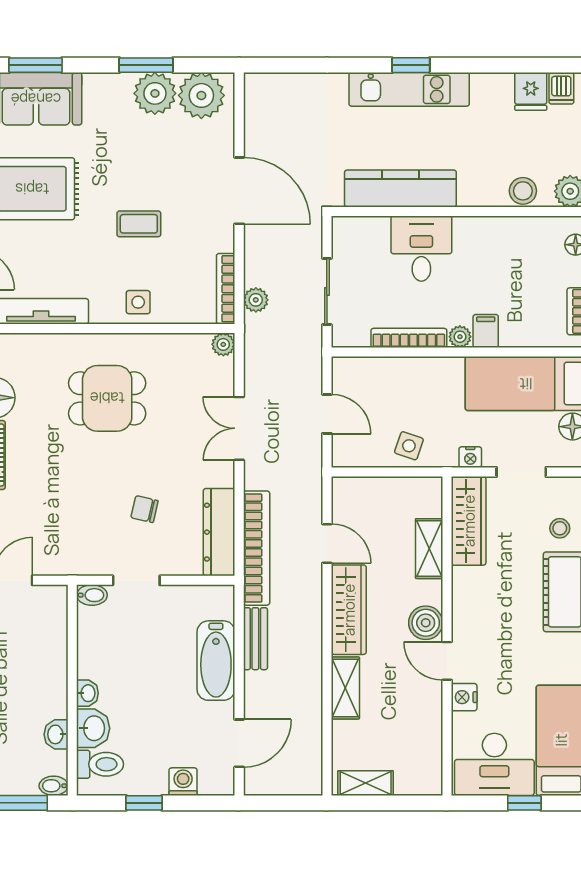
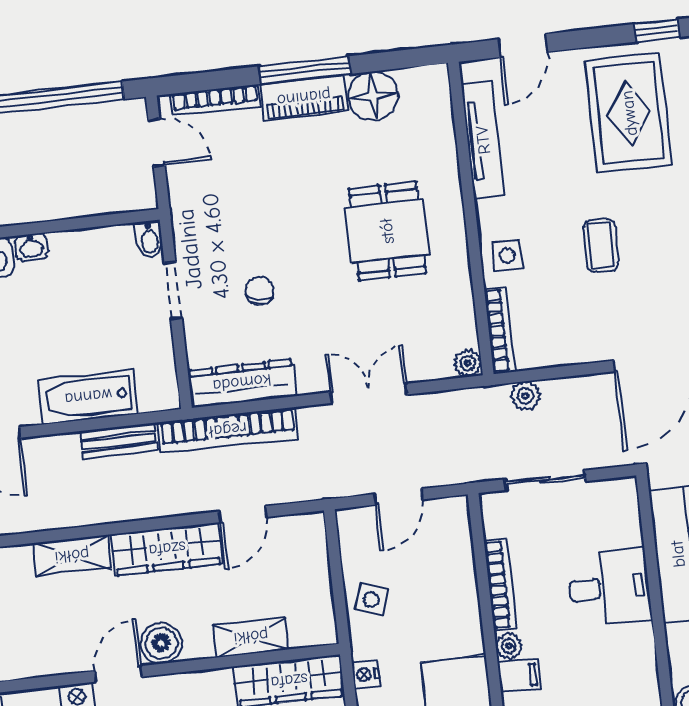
bookcase: (226, 289) -> (500, 330), moved, turned 90

